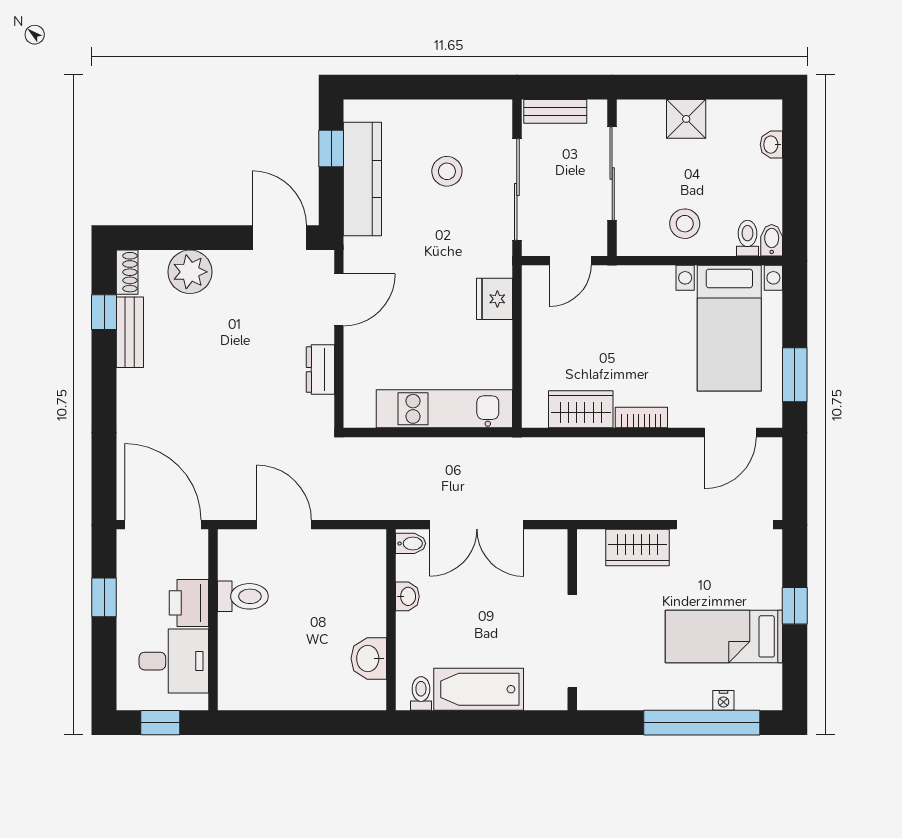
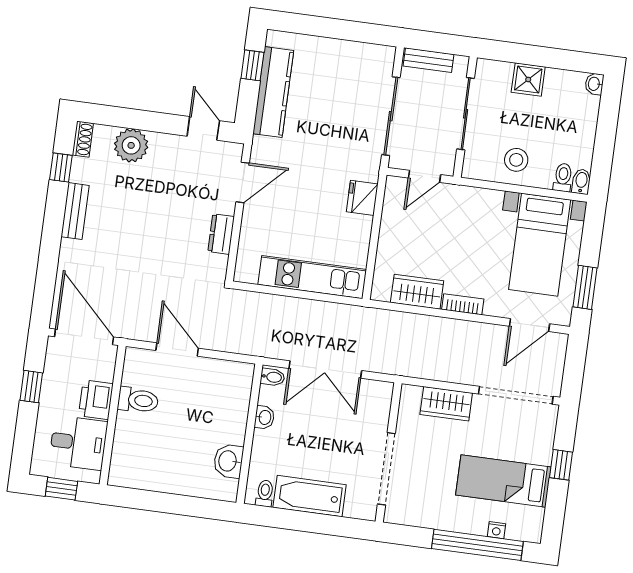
washbasin: (771, 145) -> (594, 84), moved
stool: (447, 171) -> (339, 95), removed
door: (279, 238) -> (203, 128), width x0.73
bench: (130, 332) -> (75, 211), moved

